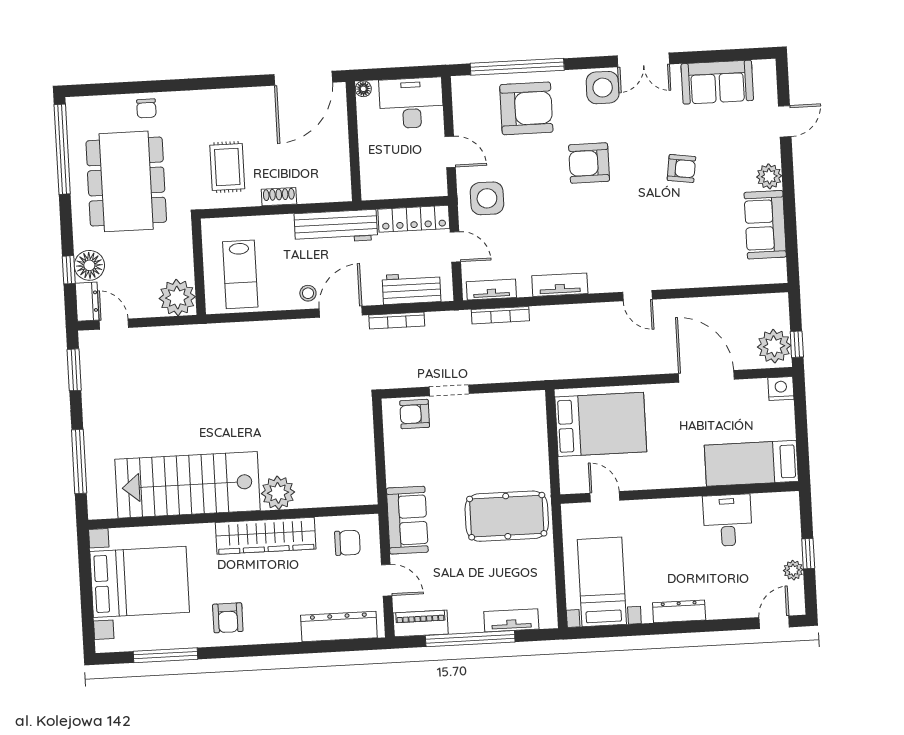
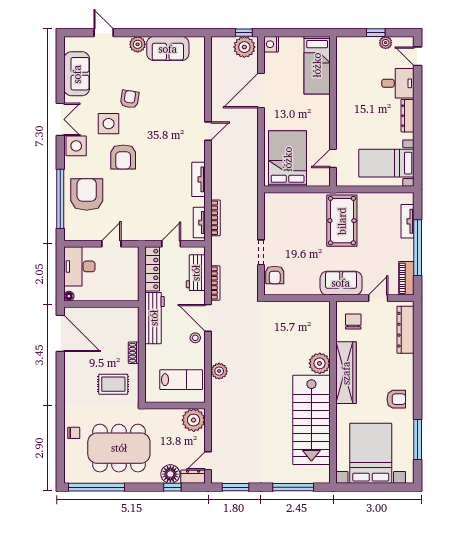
side table: (487, 198) -> (109, 124), moved
plant: (257, 334) -> (219, 371), added
desk: (727, 520) -> (398, 83), moved, turned 180

